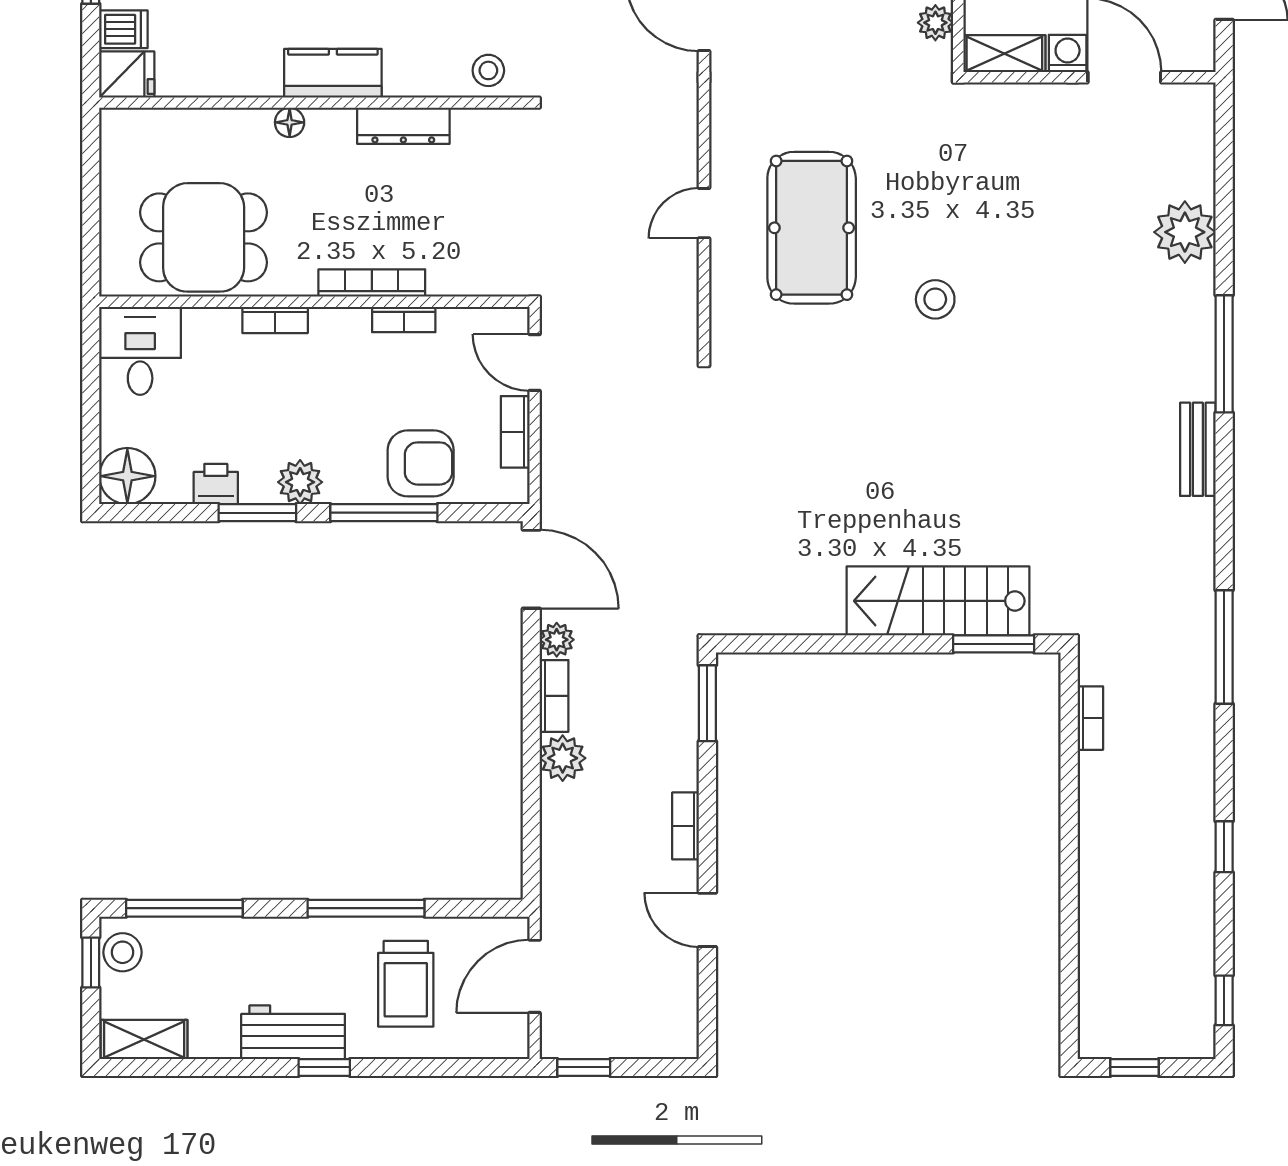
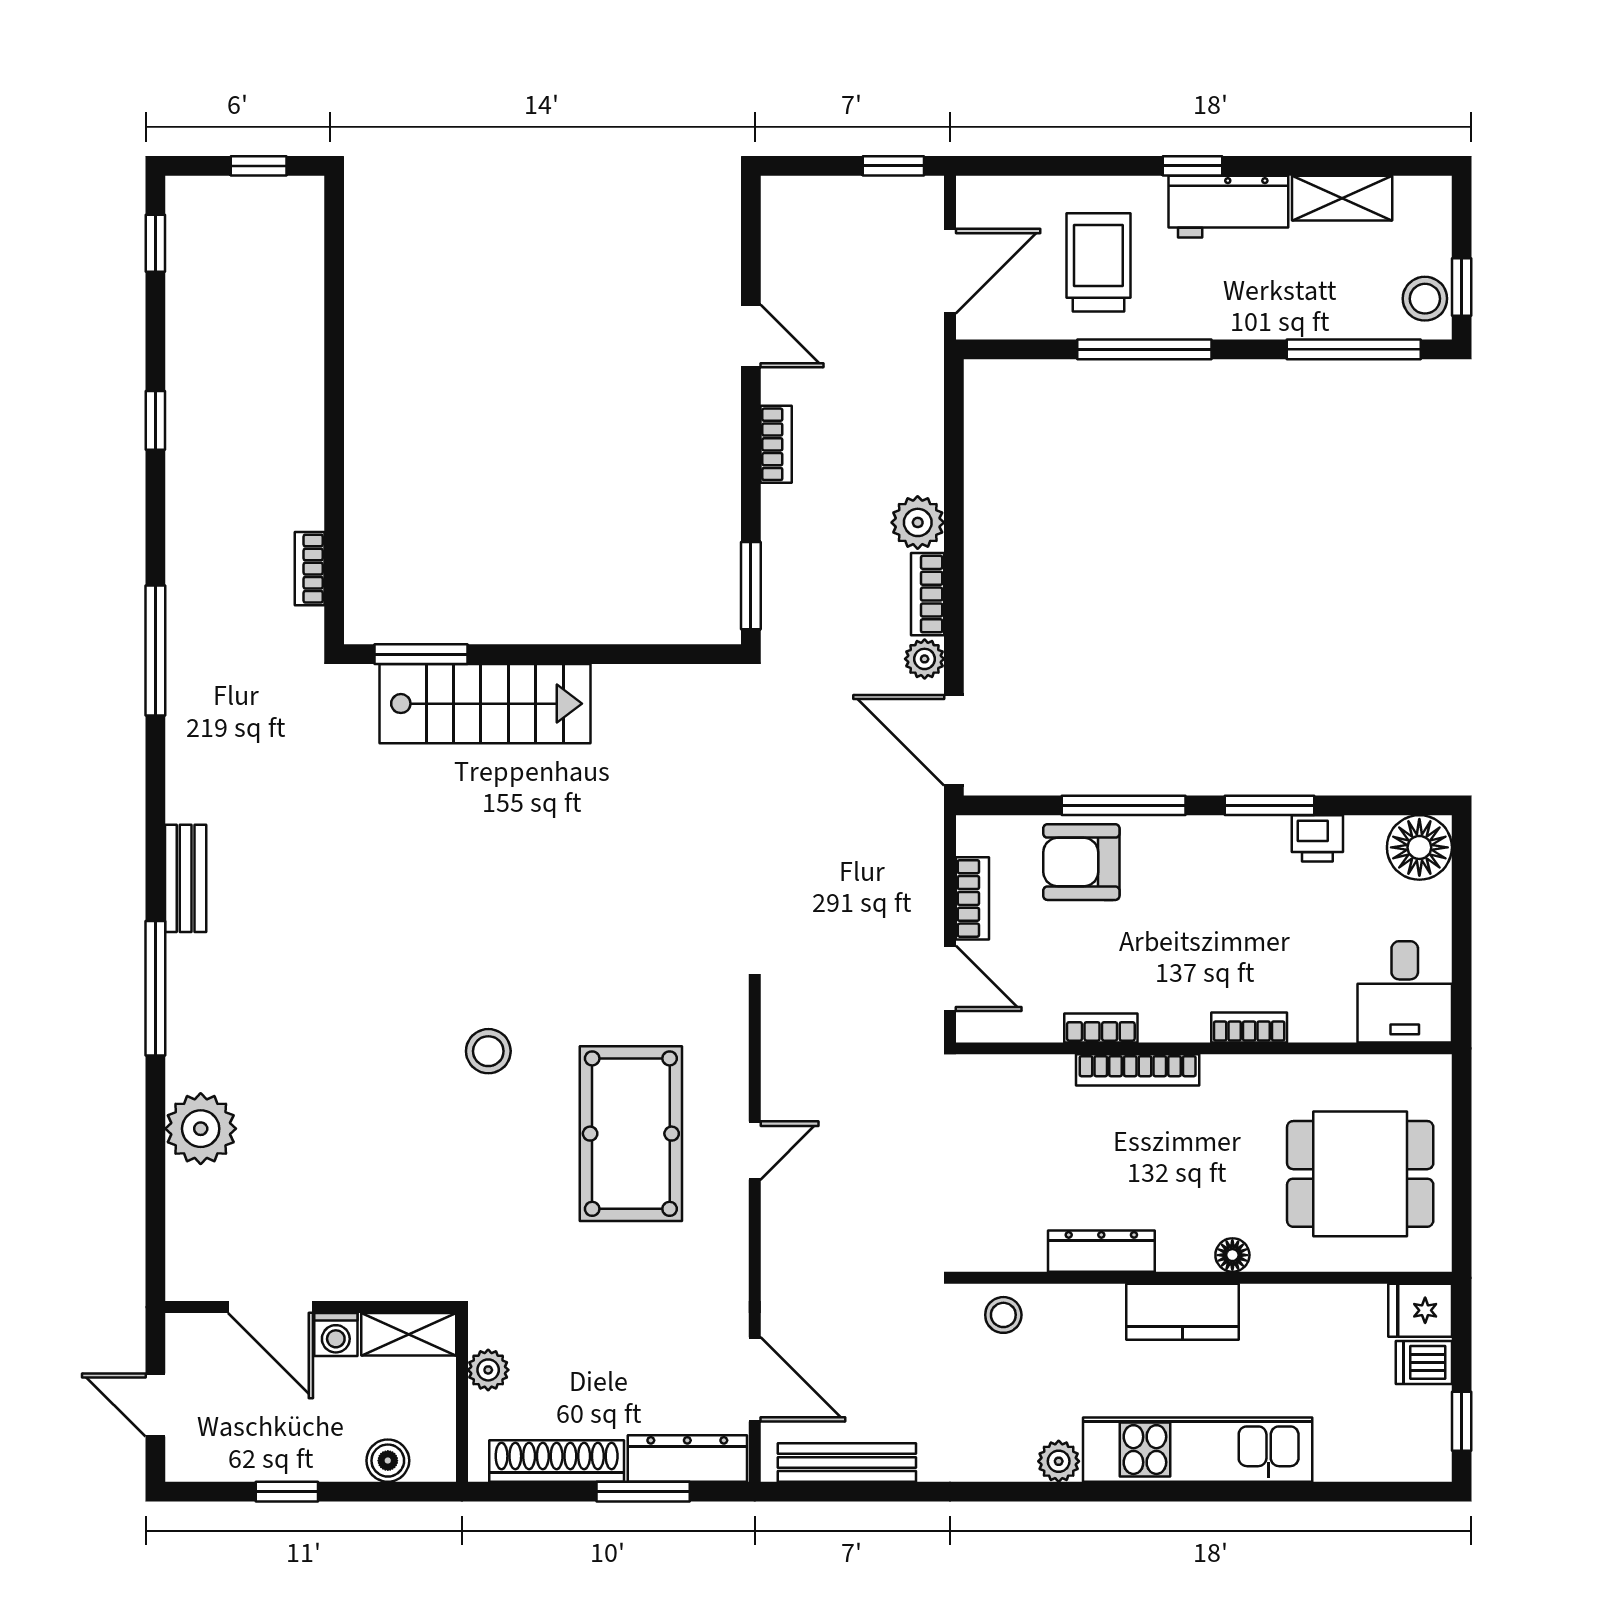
dining table: (204, 237) -> (1360, 1174), moved
plant: (300, 482) -> (1220, 841), removed
shelving: (144, 1039) -> (1342, 198), moved

